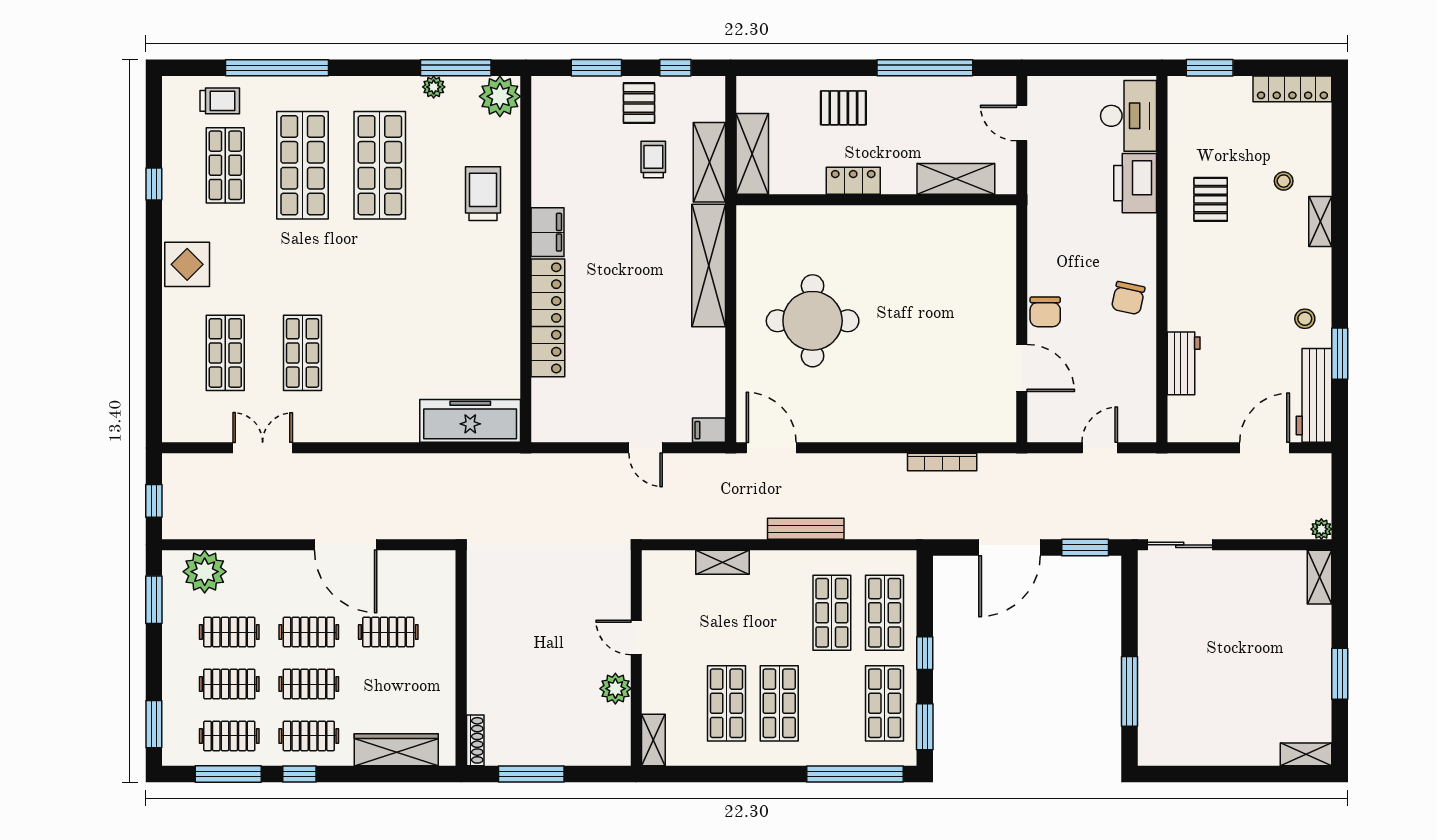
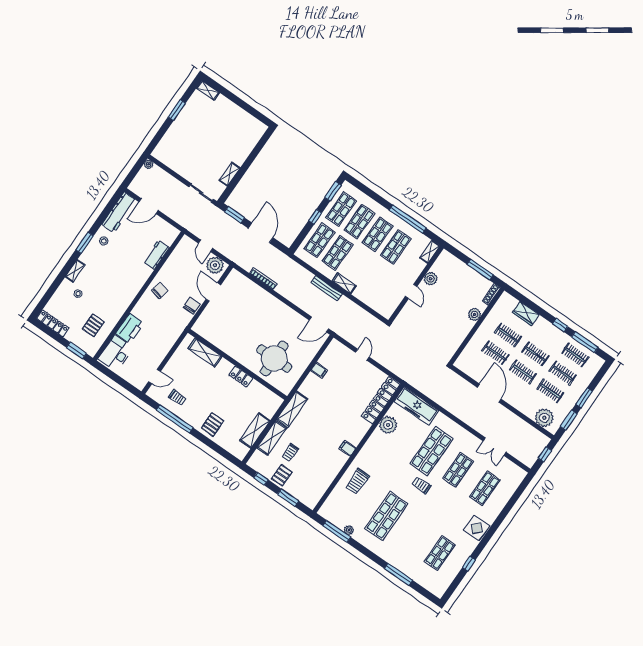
window: (277, 68) -> (398, 574), width x0.68
plant: (500, 96) -> (388, 425), moved
trolley: (220, 101) -> (422, 485), moved
pallet: (843, 108) -> (212, 425), turned 90
trolley: (949, 113) -> (177, 398), added
door: (1022, 123) -> (155, 377), hinge flipped
shop shelf: (303, 165) -> (431, 451), moved
shelving: (956, 179) -> (205, 353), moved
locker: (853, 181) -> (241, 377), moved
pallet: (1211, 199) -> (93, 325), moved
wall: (876, 200) -> (237, 364), moved
filing cabinet: (548, 232) -> (347, 448), width x0.50
shelving: (709, 266) -> (292, 409), width x0.68
locker: (548, 318) -> (381, 400), moved
window: (1340, 354) -> (85, 243), moved
plant: (1055, 422) -> (215, 265), added
filing cabinet: (709, 430) -> (319, 370), moved
door: (771, 448) -> (319, 325), hinge flipped
door: (1100, 448) -> (206, 246), hinge flipped
door: (1009, 548) -> (261, 233), hinge flipped
shelving: (722, 562) -> (344, 283), moved
shelving: (1320, 577) -> (230, 174), moved
plant: (481, 678) -> (474, 314), added
window: (1130, 691) -> (254, 154), removed
shop shelf: (832, 703) -> (359, 222), added
window: (154, 724) -> (584, 398), moved
clothes rail: (309, 736) -> (508, 335), moved
wardrobe: (396, 750) -> (526, 314), width x0.67
window: (855, 774) -> (408, 219), moved

